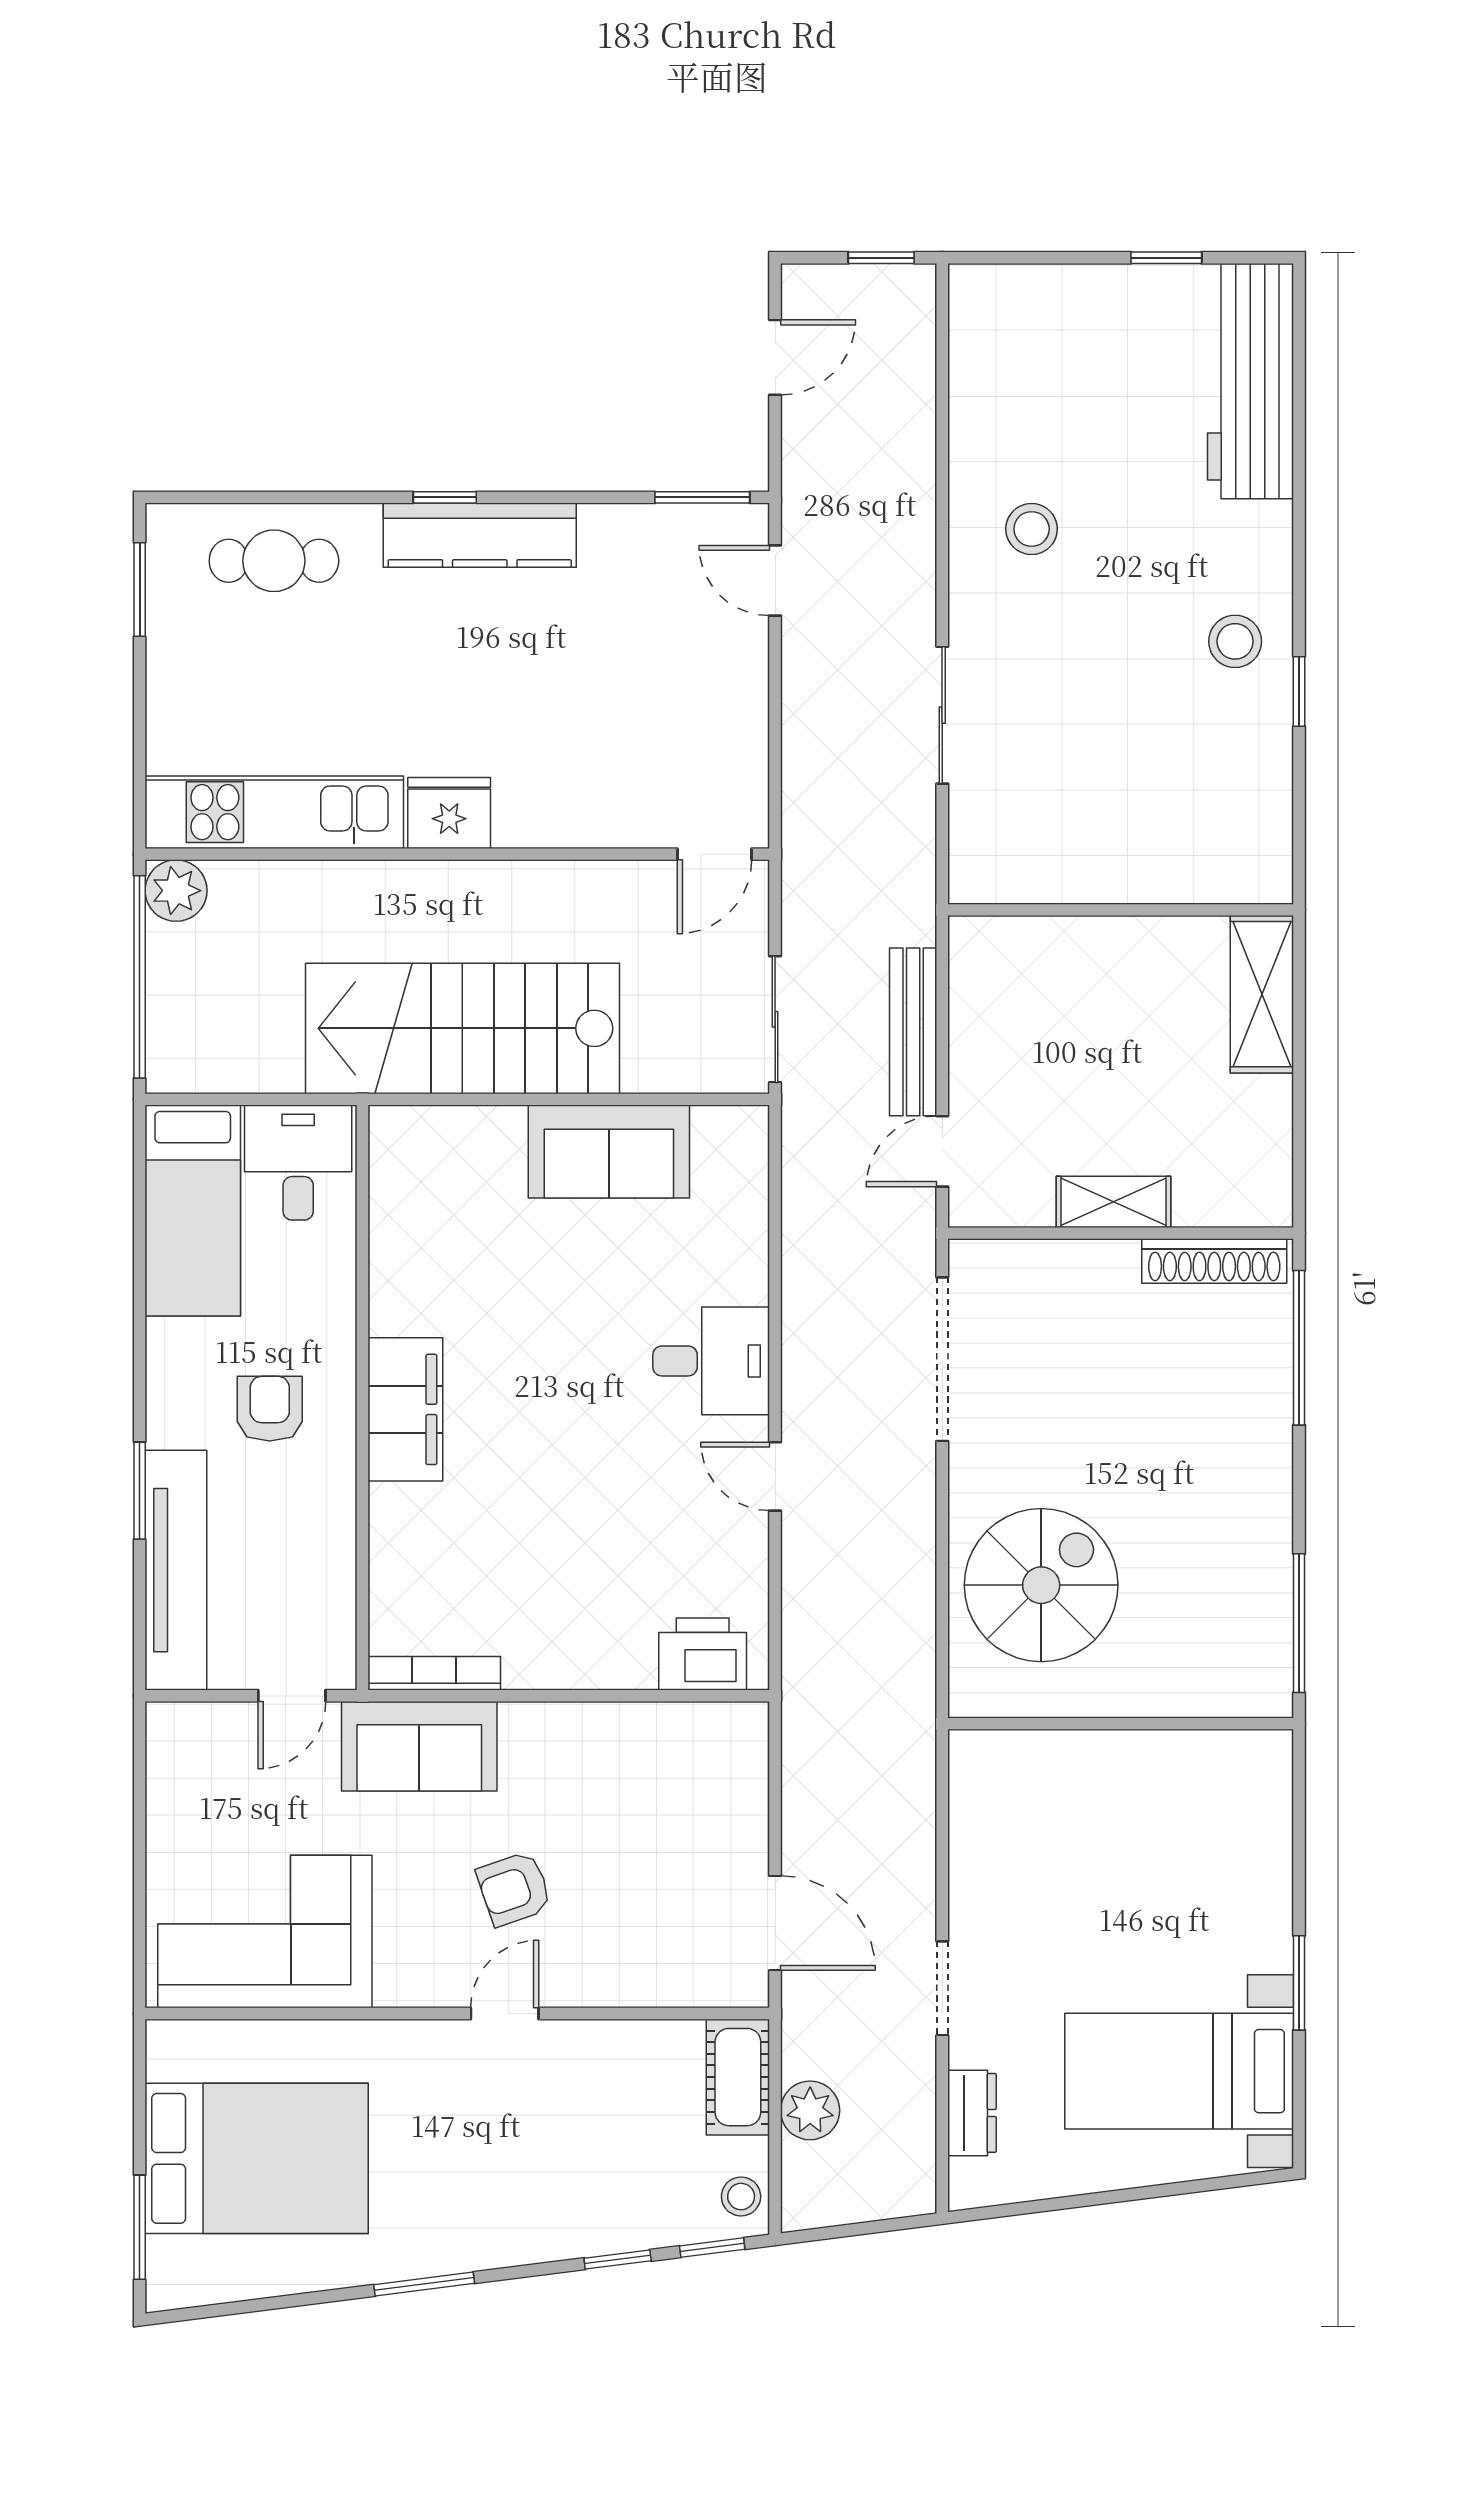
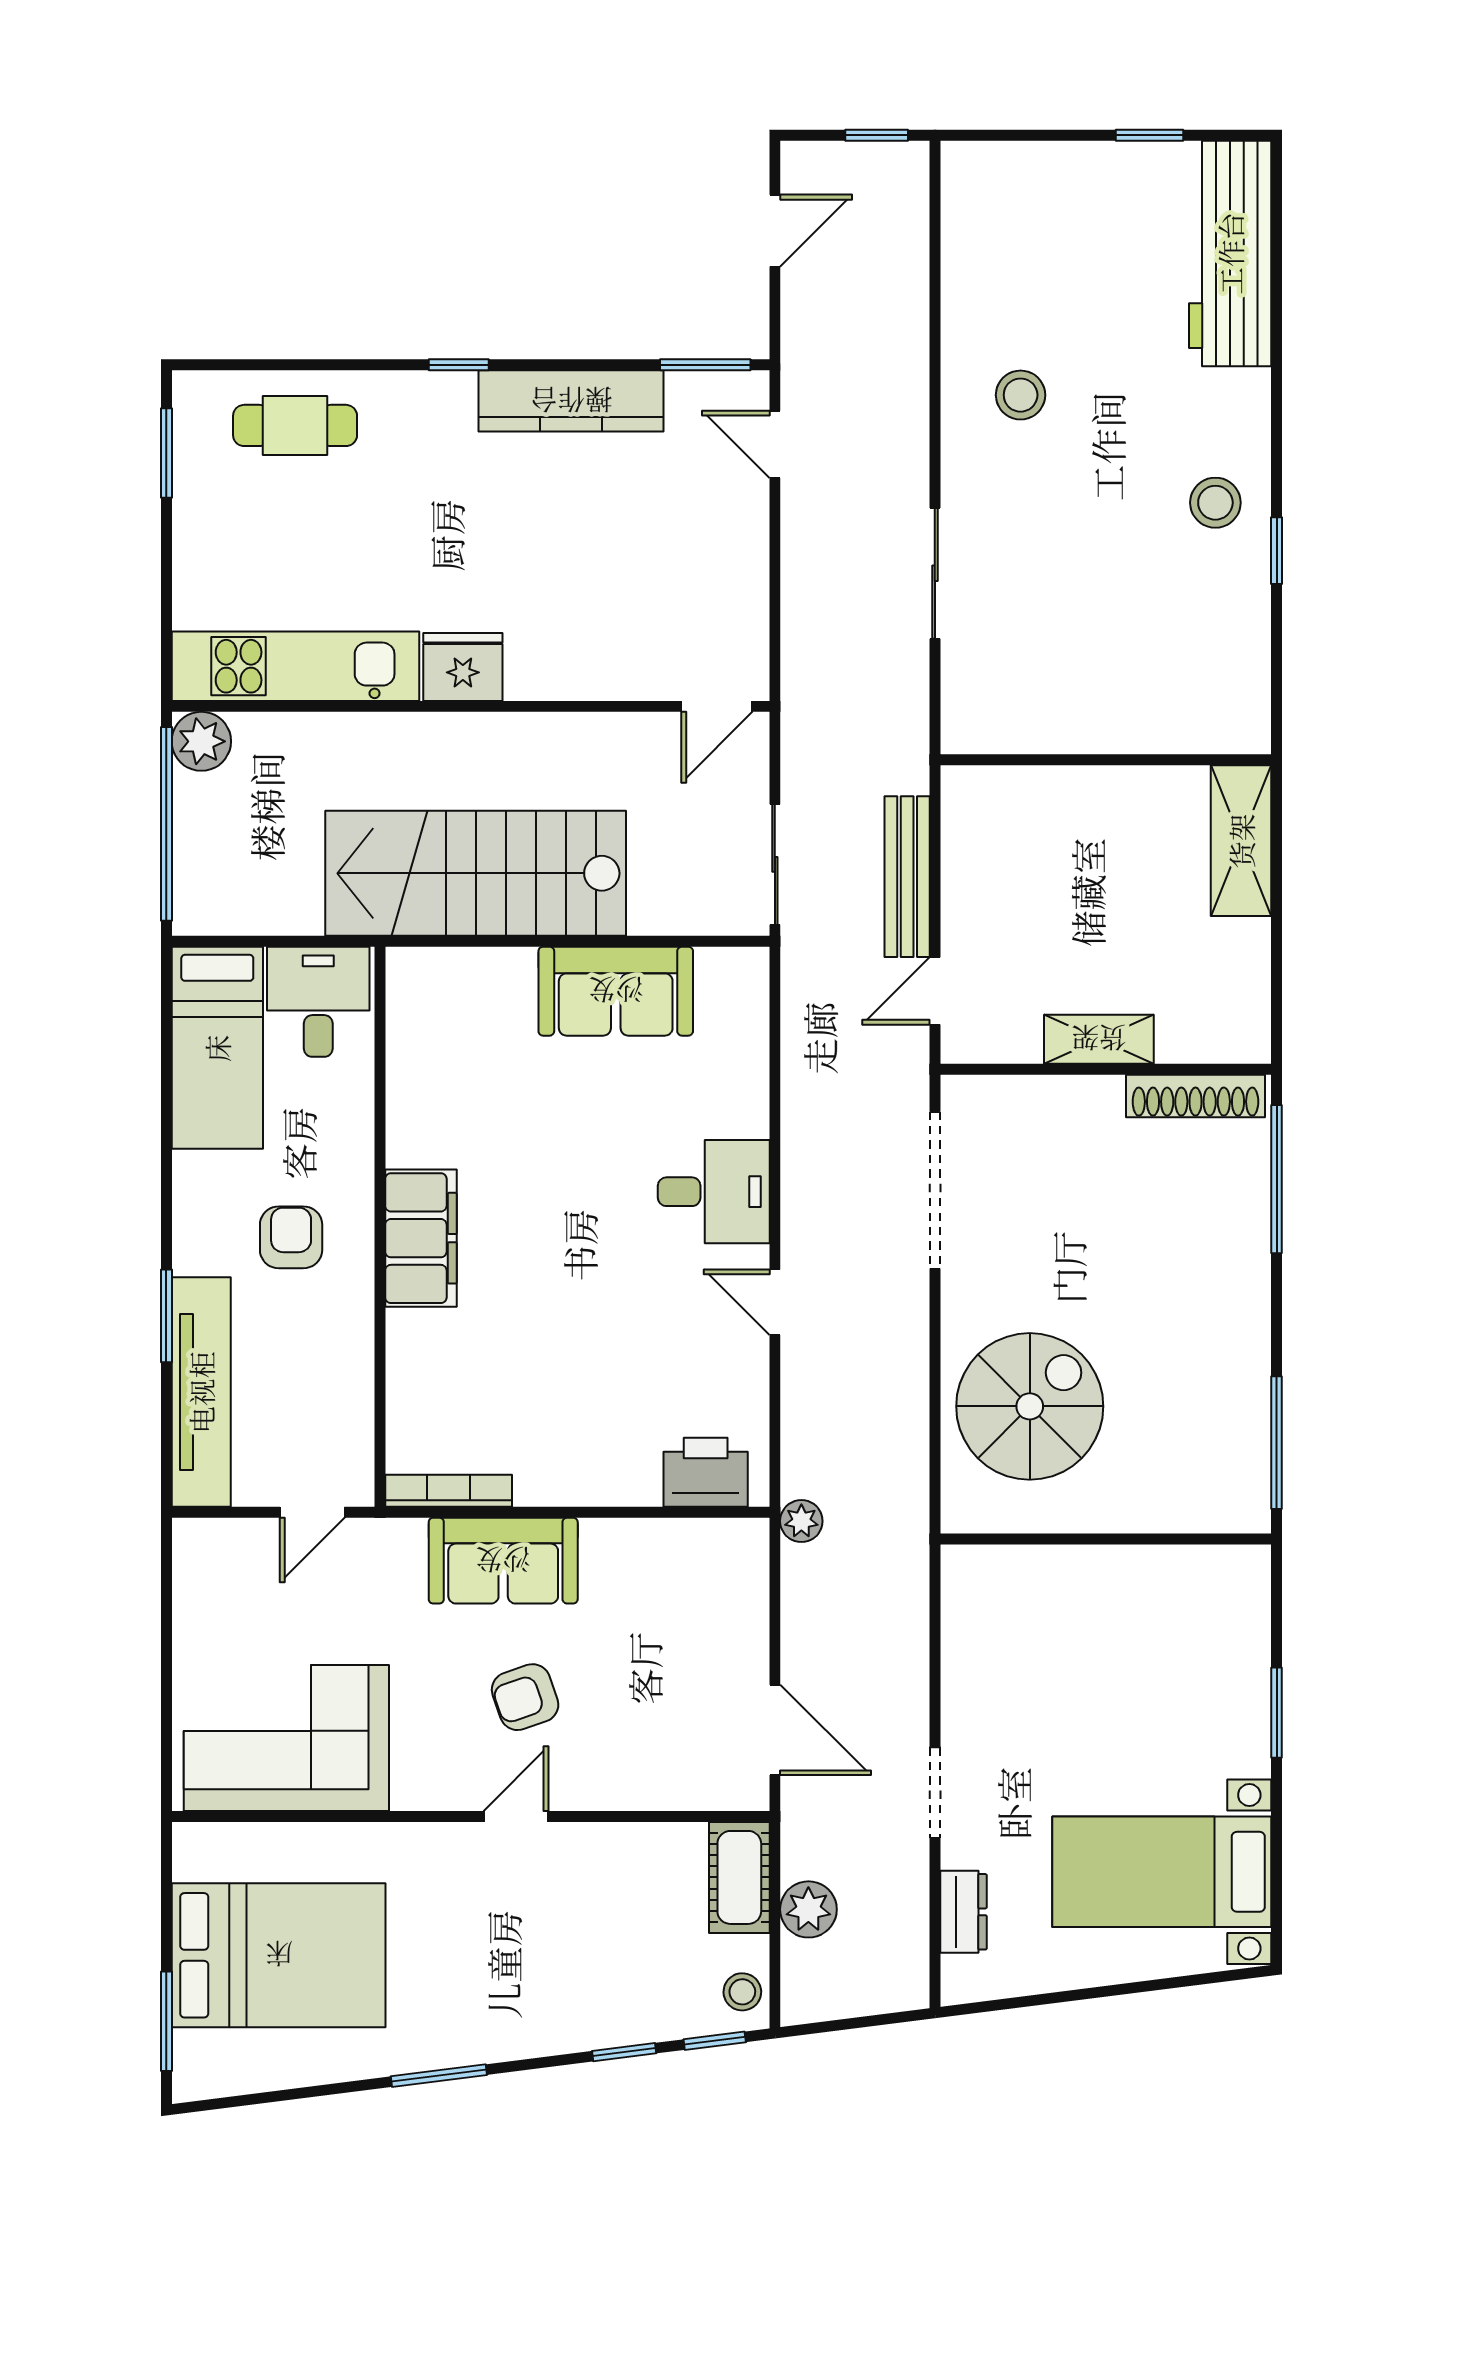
kitchen counter: (480, 535) -> (571, 401), moved
plant: (803, 1705) -> (801, 1521), added
sofa: (419, 1746) -> (503, 1561), moved
window: (1299, 1983) -> (1277, 1713), moved

